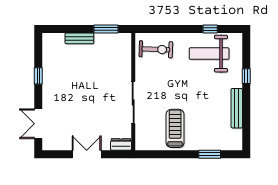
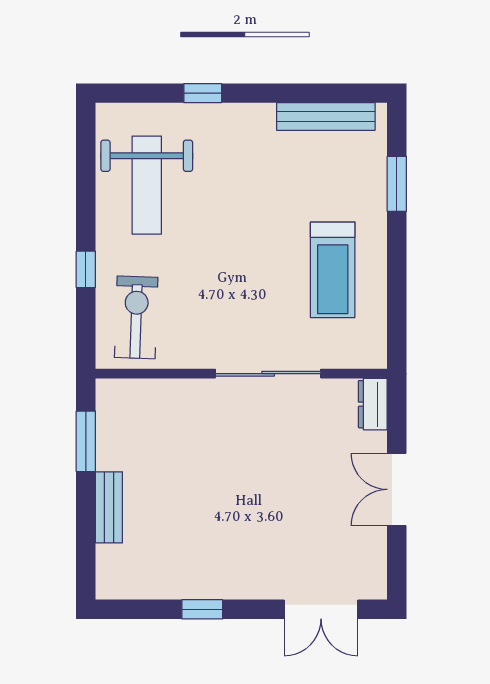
window: (210, 29) -> (86, 269), moved
bench: (237, 108) -> (326, 117), moved
treadmill: (175, 128) -> (333, 270), turned -90

